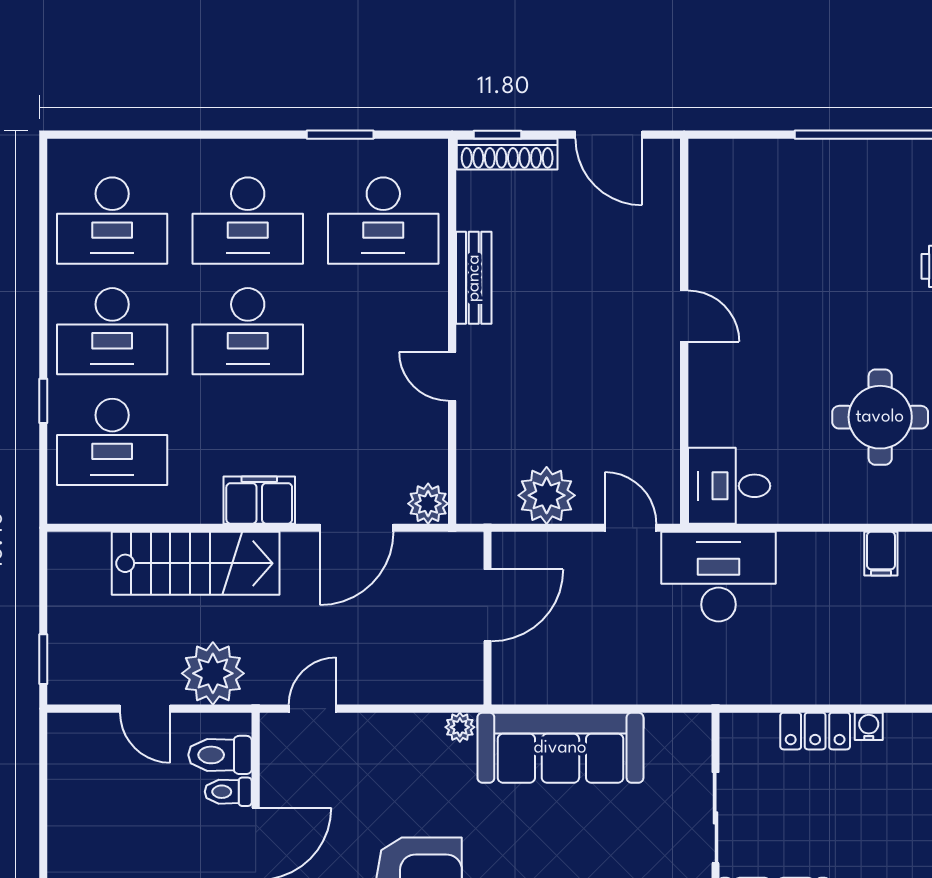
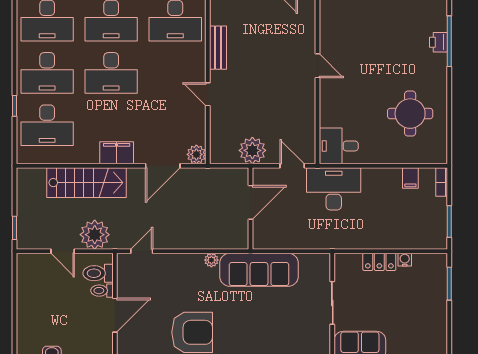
door: (488, 605) -> (251, 202), moved
wall: (488, 618) -> (251, 209), moved

